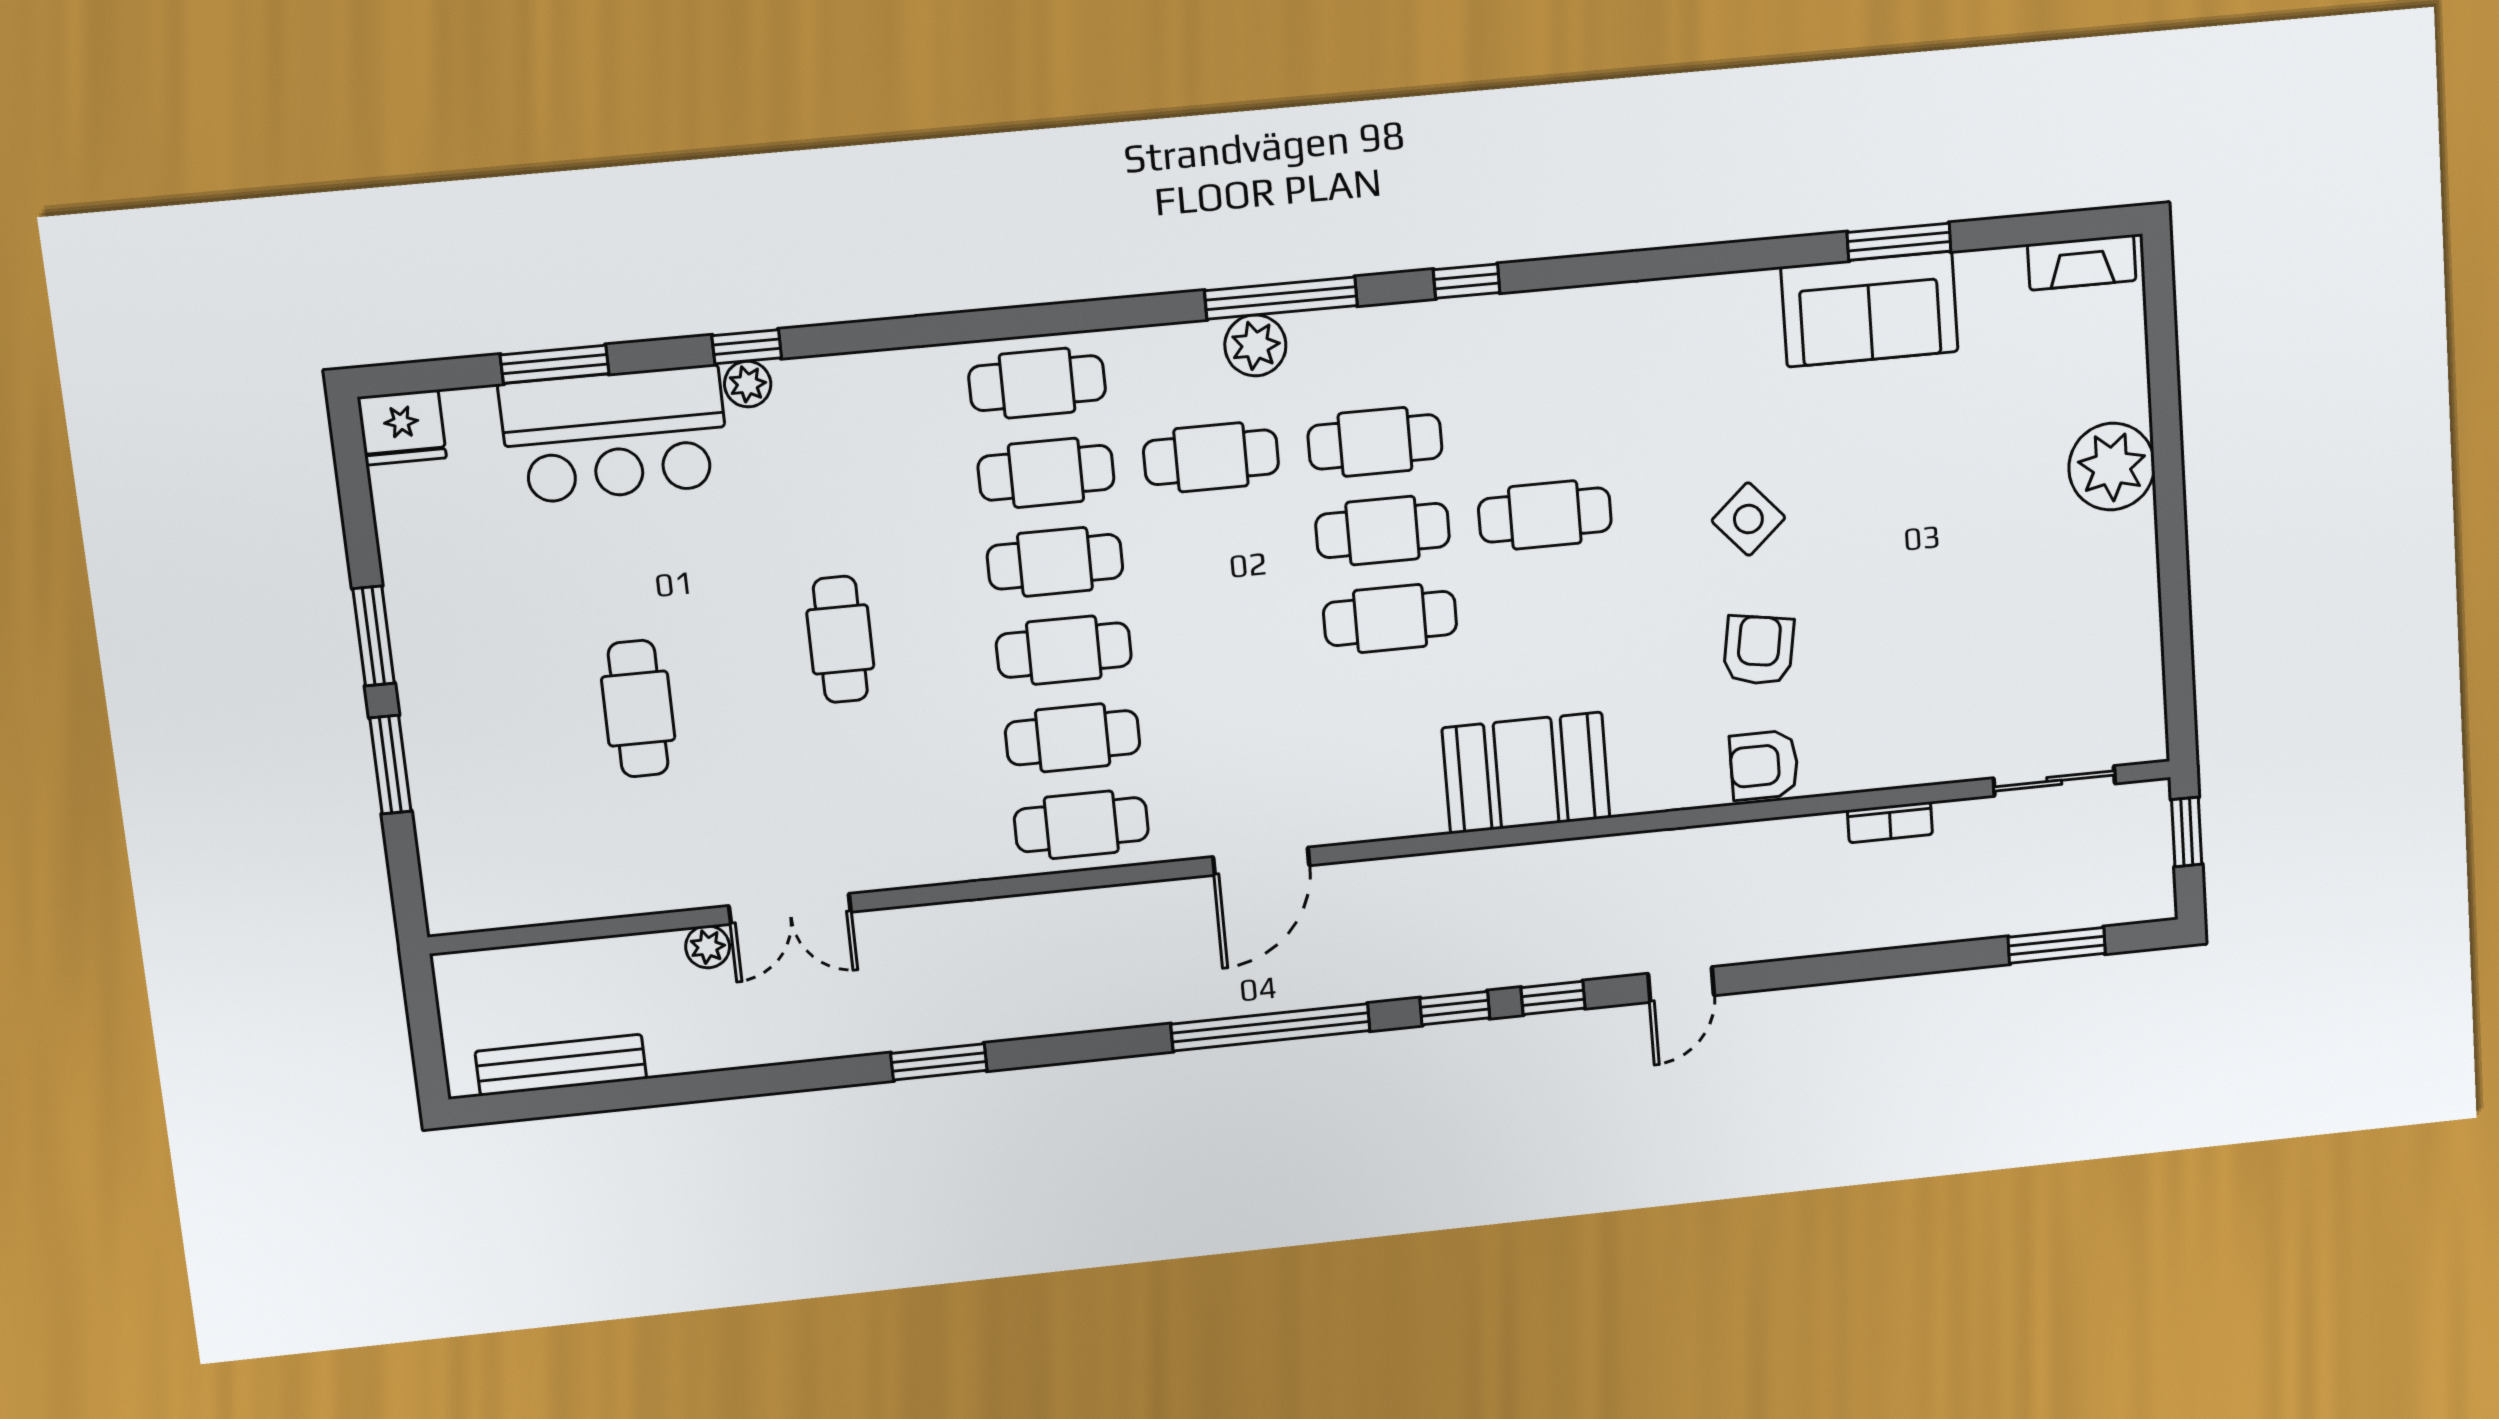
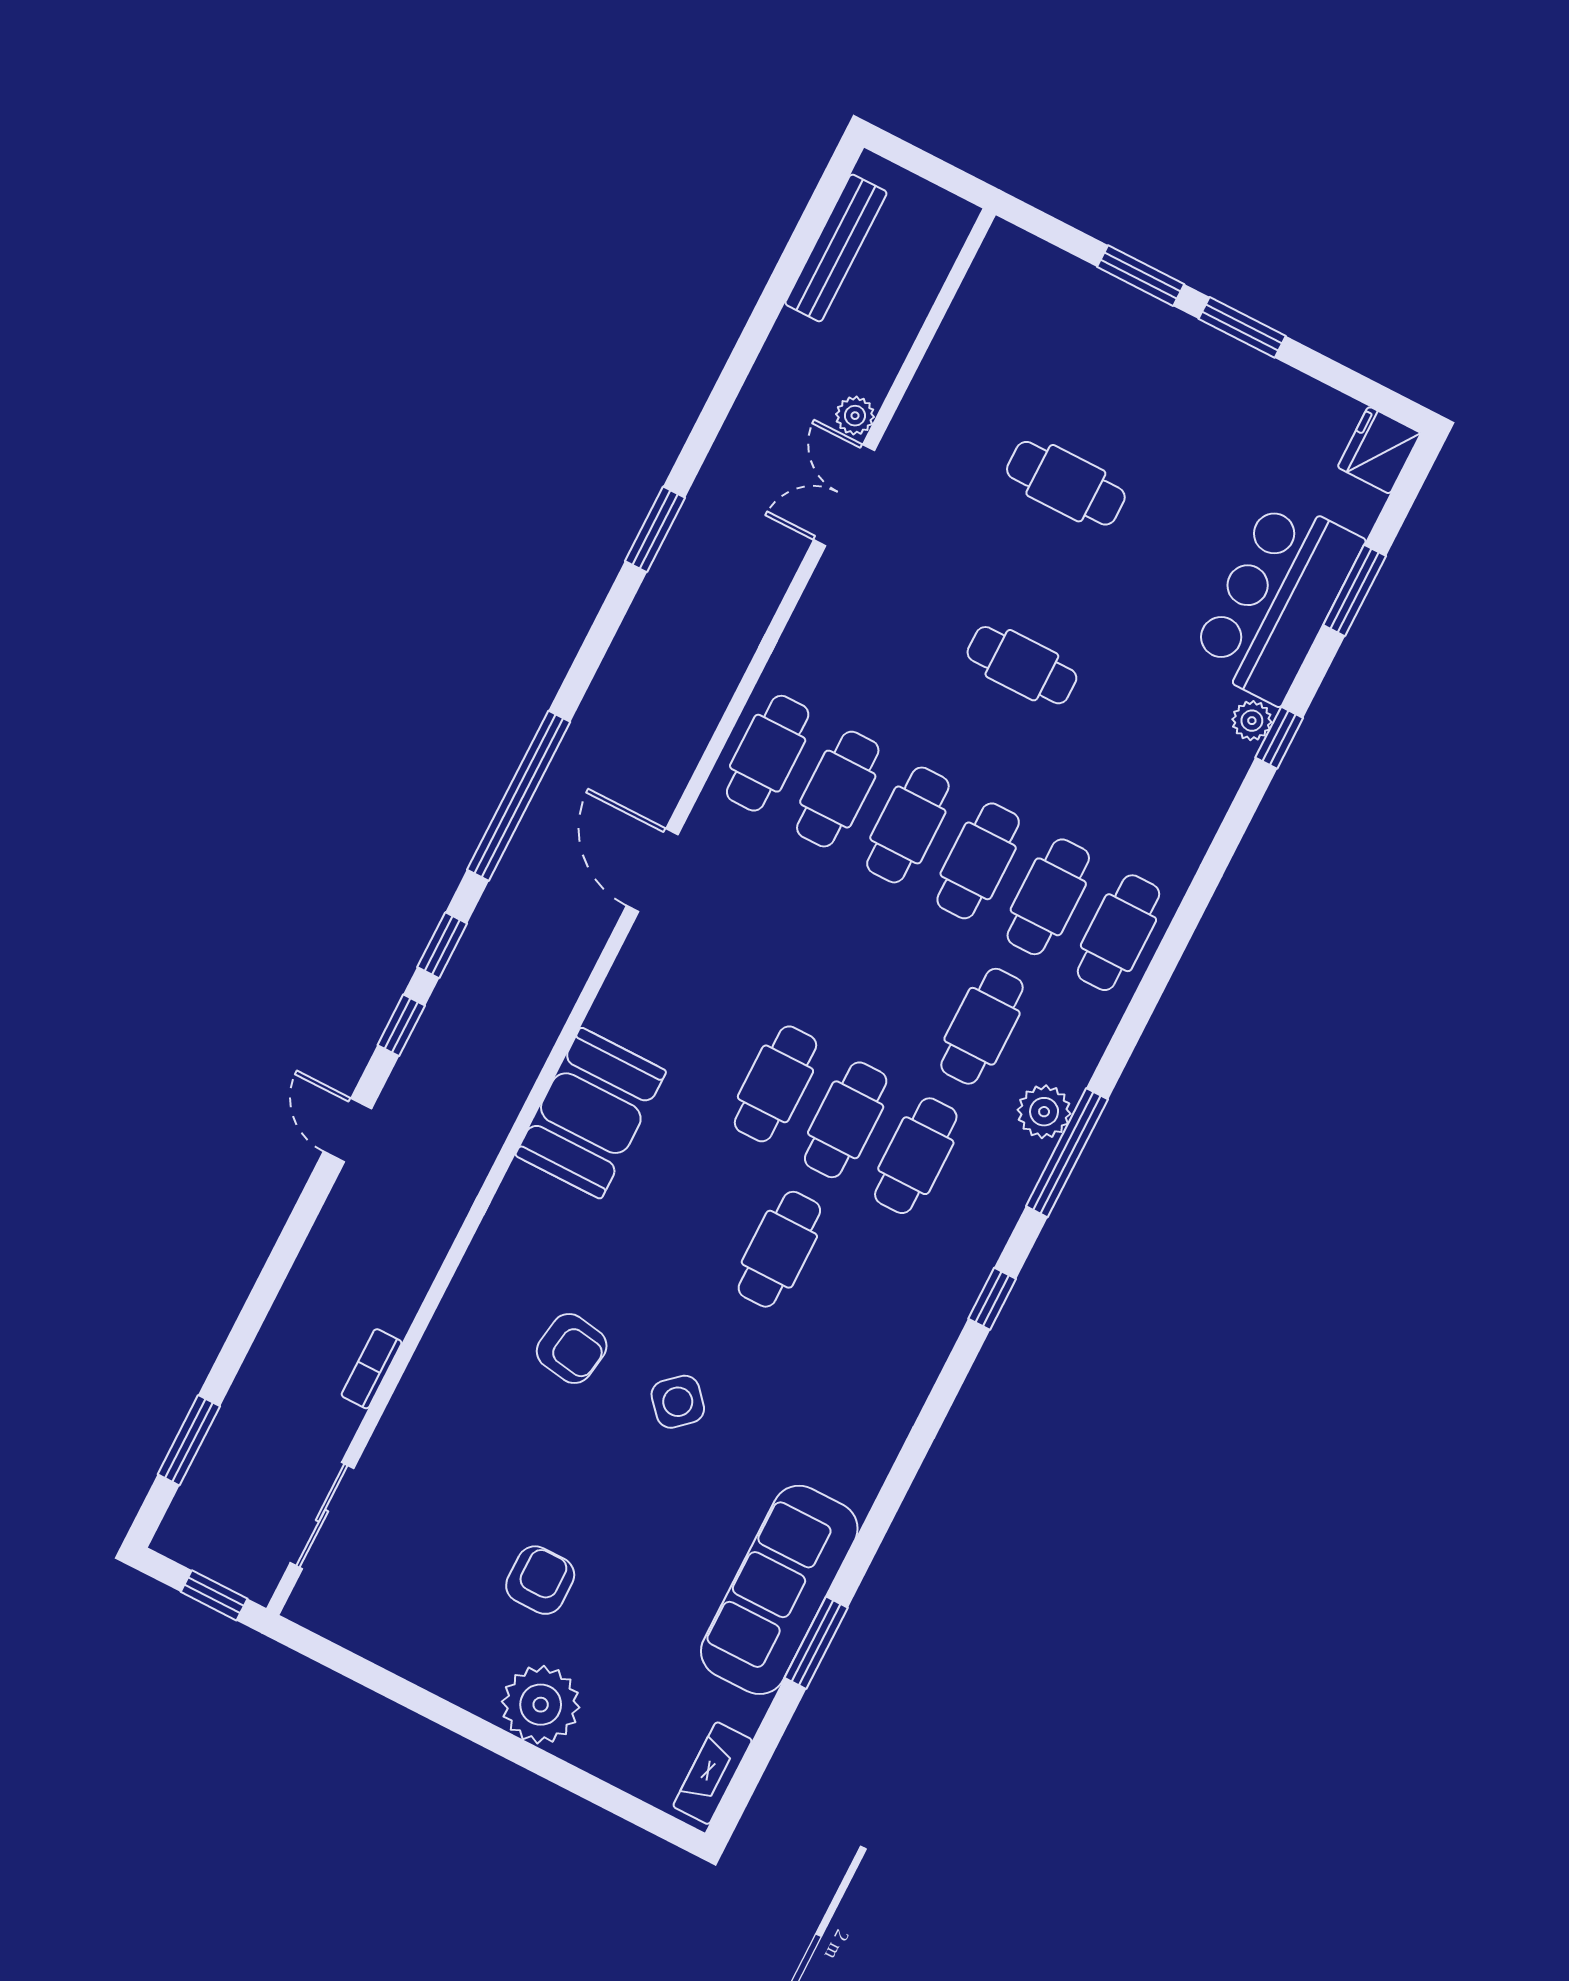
sofa: (1870, 309) -> (779, 1590), width x1.36
armchair: (1764, 765) -> (540, 1580), moved

